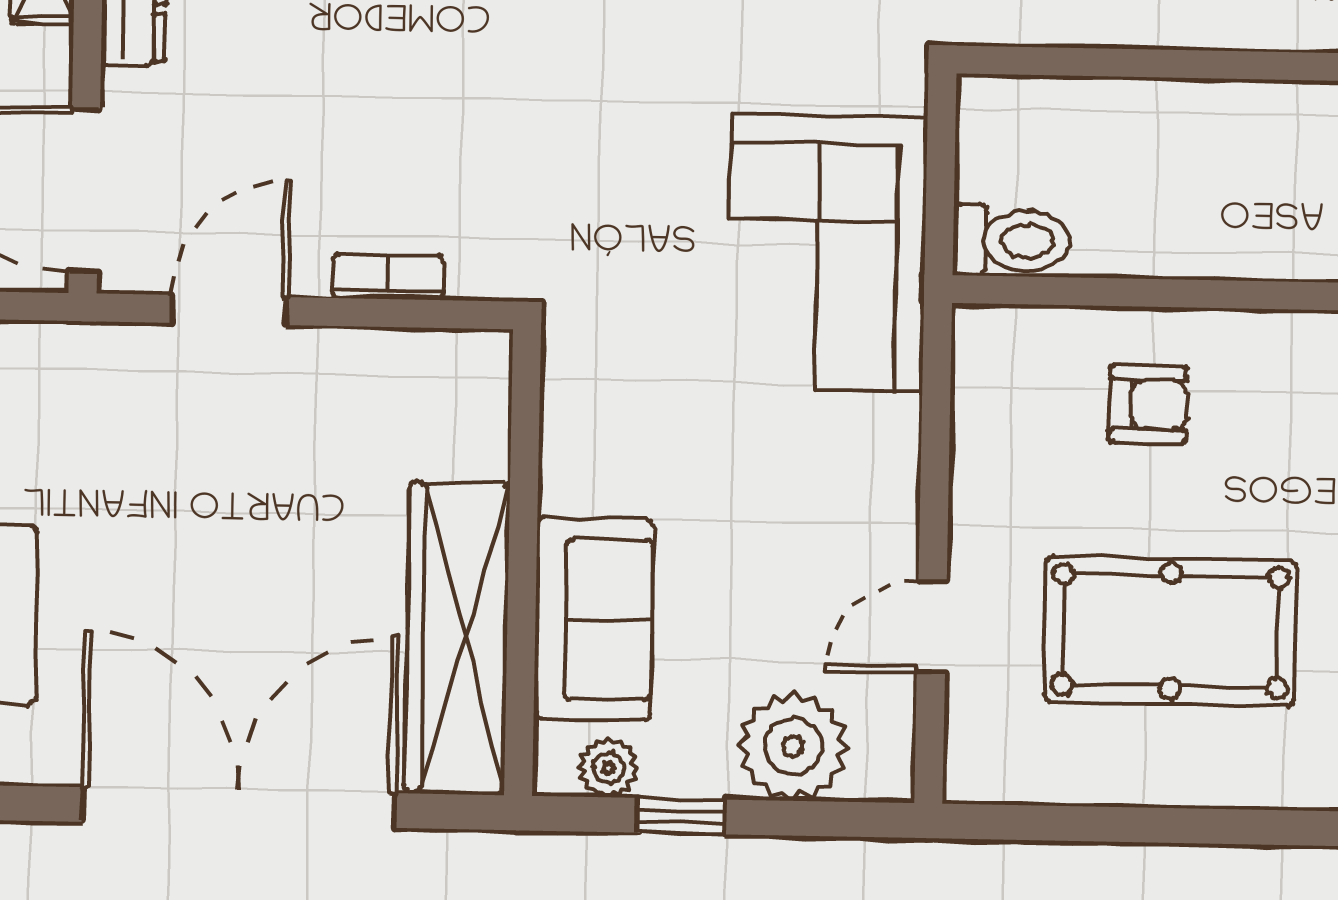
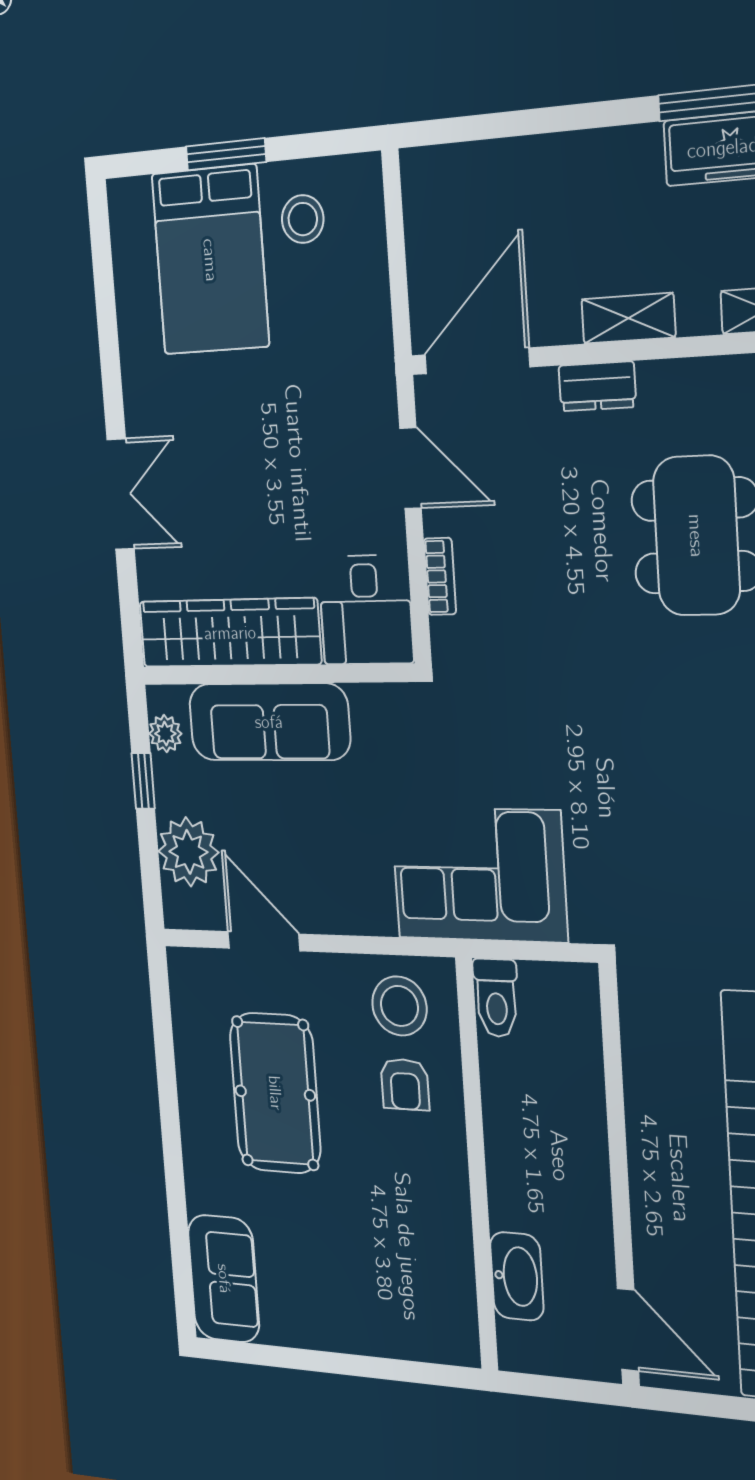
stool: (1028, 402) -> (399, 1006), added
desk: (432, 403) -> (366, 610), added
sofa: (594, 619) -> (269, 722), width x1.36
door: (932, 626) -> (264, 941), width x1.38
double door: (238, 808) -> (121, 494), width x0.54

